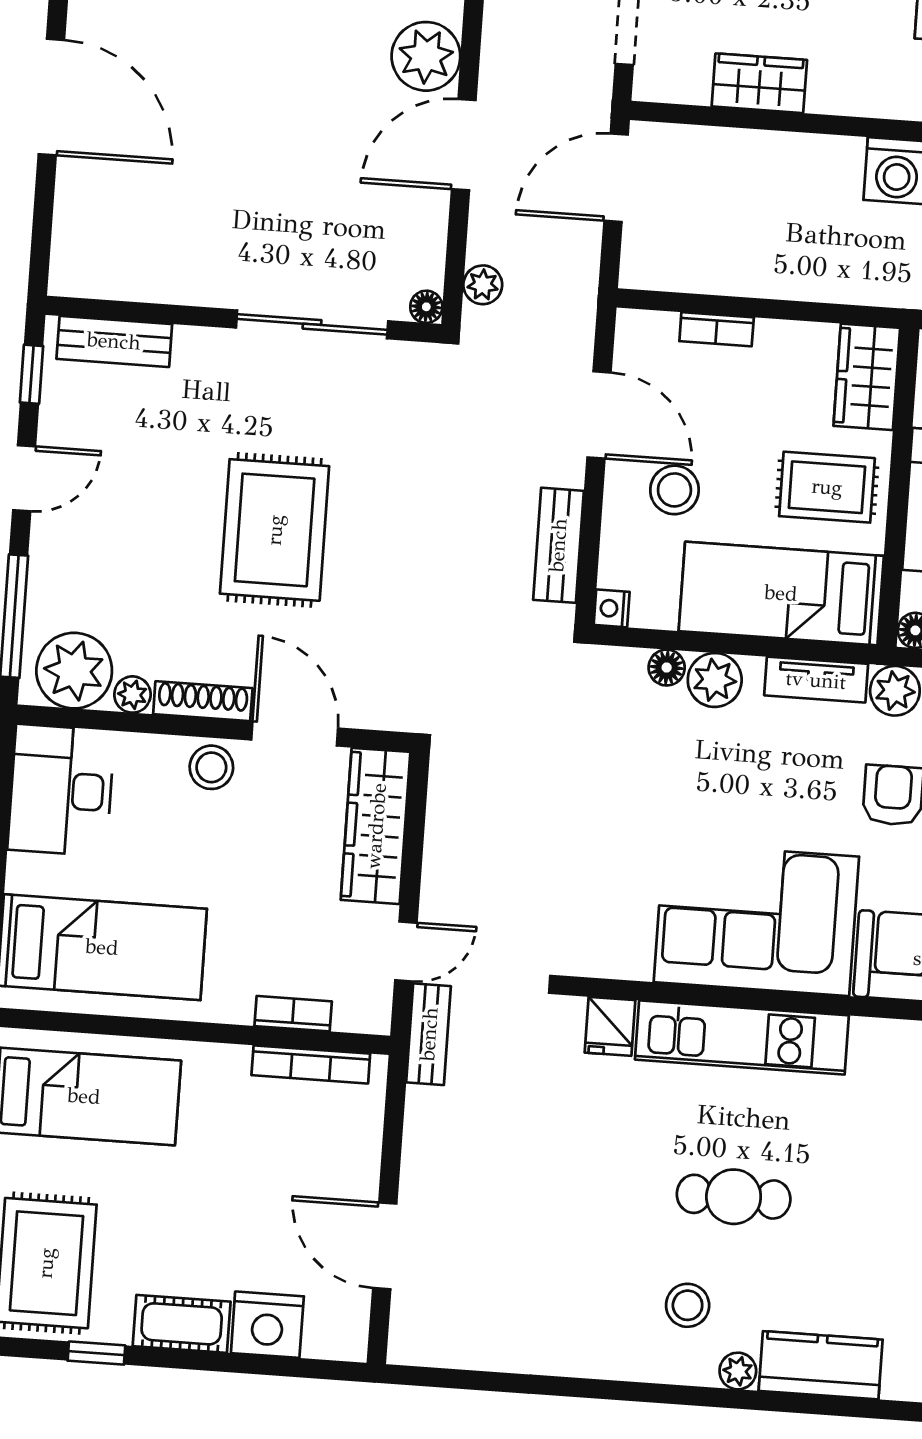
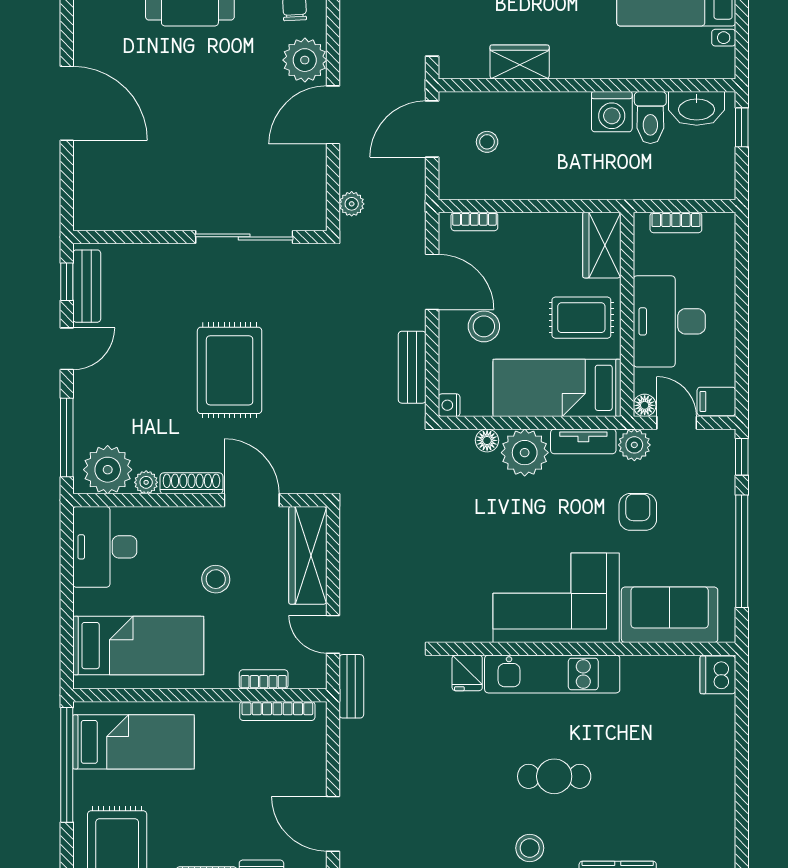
stool: (700, 204) -> (487, 142), added
floor lamp: (426, 307) -> (317, 220), removed
bookcase: (717, 329) -> (474, 222), moved
bench: (114, 341) -> (87, 286), moved, turned 90
plant: (715, 680) -> (525, 453), width x1.36, depth x1.36
stool: (211, 767) -> (216, 579), moved
door: (406, 951) -> (333, 634), swing flipped

